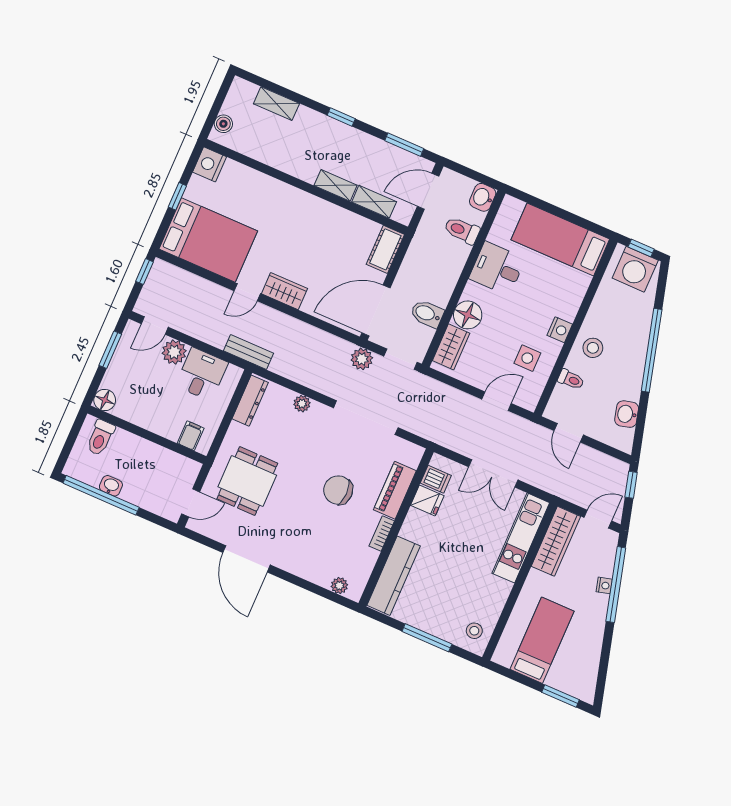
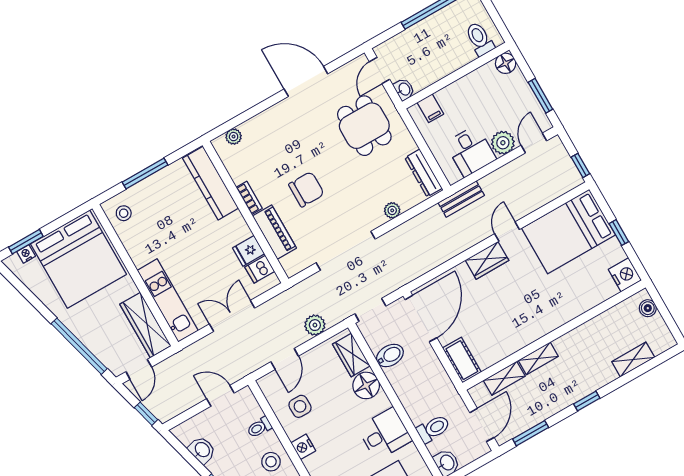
plant: (362, 359) -> (315, 325), moved
washbasin: (111, 486) -> (404, 89), moved, turned -90
nightstand: (604, 585) -> (26, 254), moved, turned 105
bed: (542, 640) -> (78, 259), width x2.04

